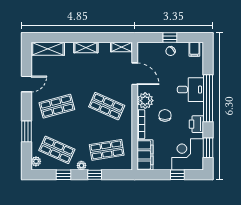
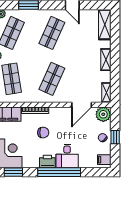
plant: (145, 101) -> (103, 114), moved
shop shelf: (57, 106) -> (52, 33), turned 39
printer: (196, 124) -> (47, 162), moved

